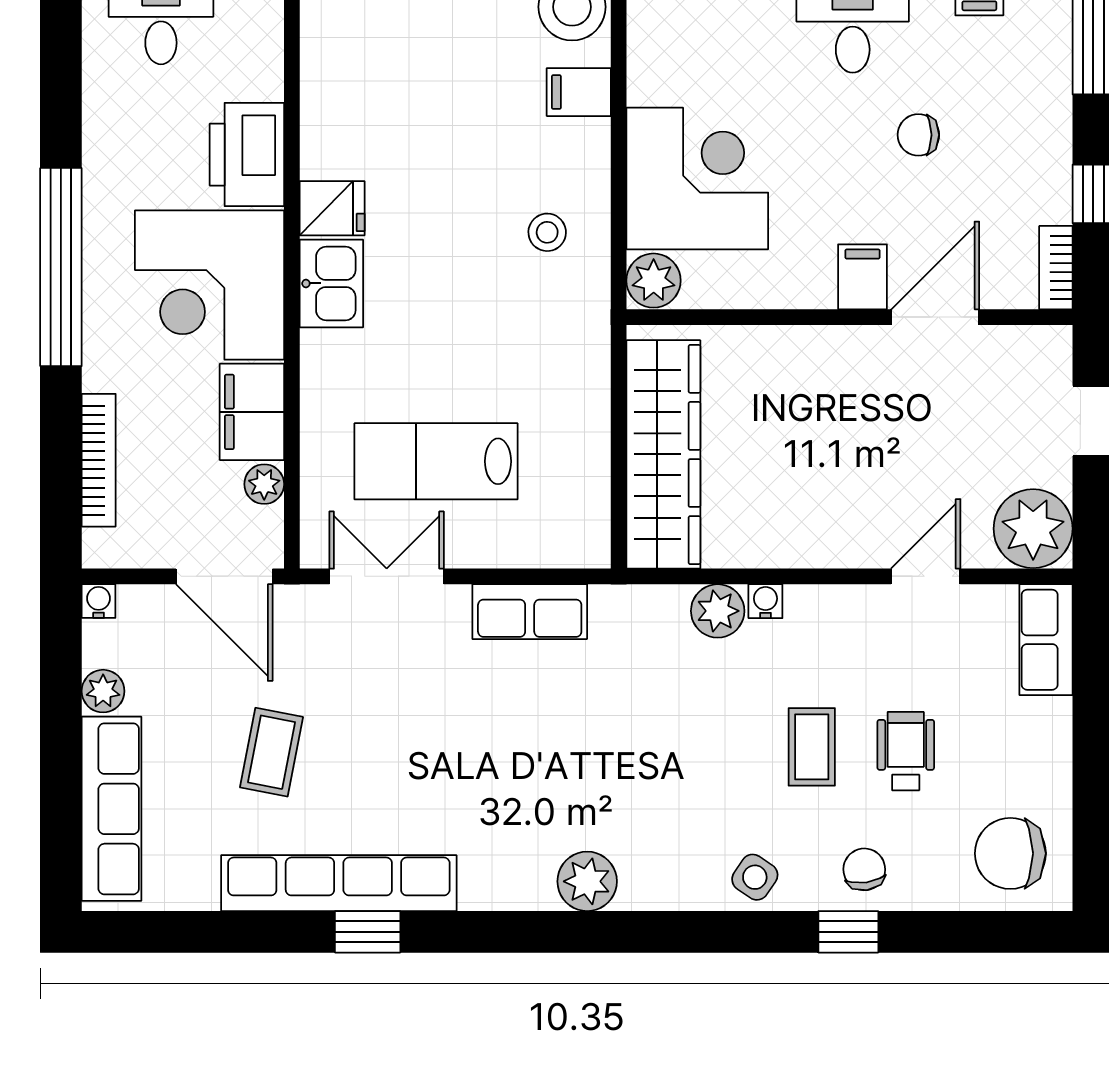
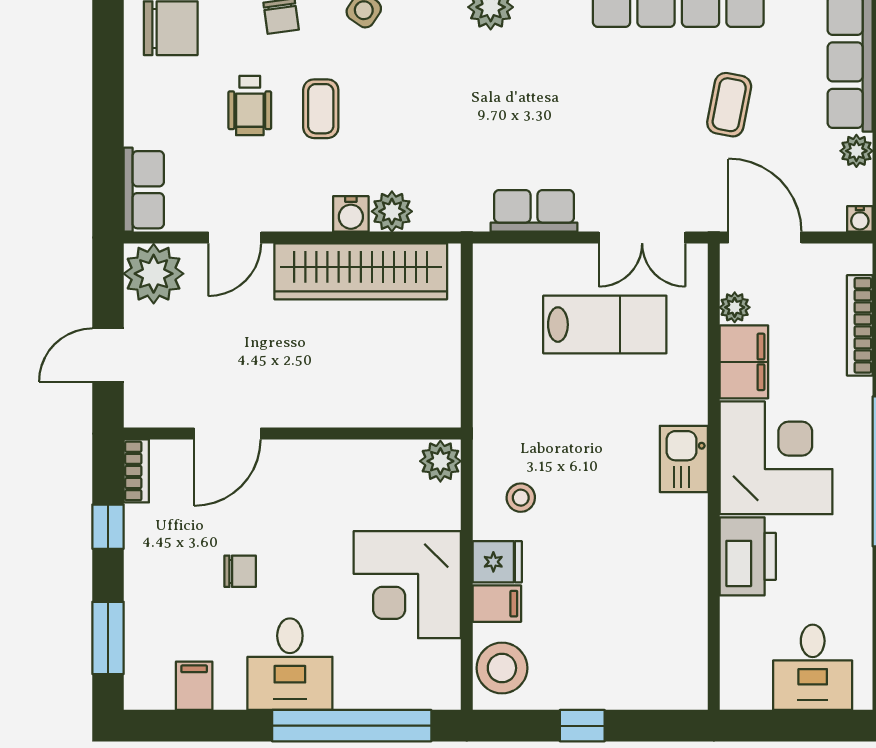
corner desk: (697, 178) -> (407, 585), moved
fridge: (332, 208) -> (497, 562), moved, turned 180
filing cabinet: (863, 277) -> (282, 464), removed
wardrobe: (663, 454) -> (361, 271), moved, turned -90
water cooler: (765, 601) -> (351, 214), width x1.38, depth x1.38

